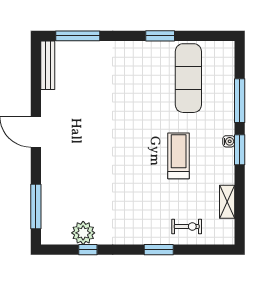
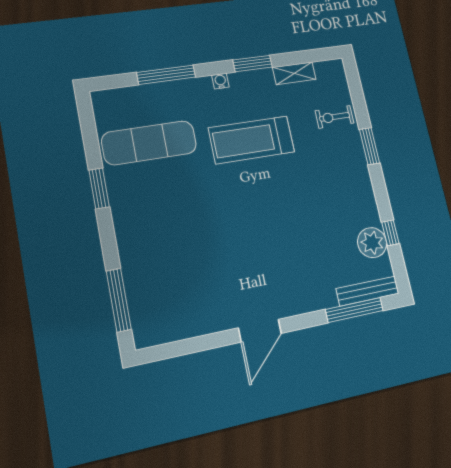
bench: (48, 65) -> (368, 291), moved
window: (240, 150) -> (253, 64), moved
treadmill: (179, 156) -> (252, 140), width x1.37, depth x1.38
exercise bike: (187, 226) -> (335, 117), turned -90

